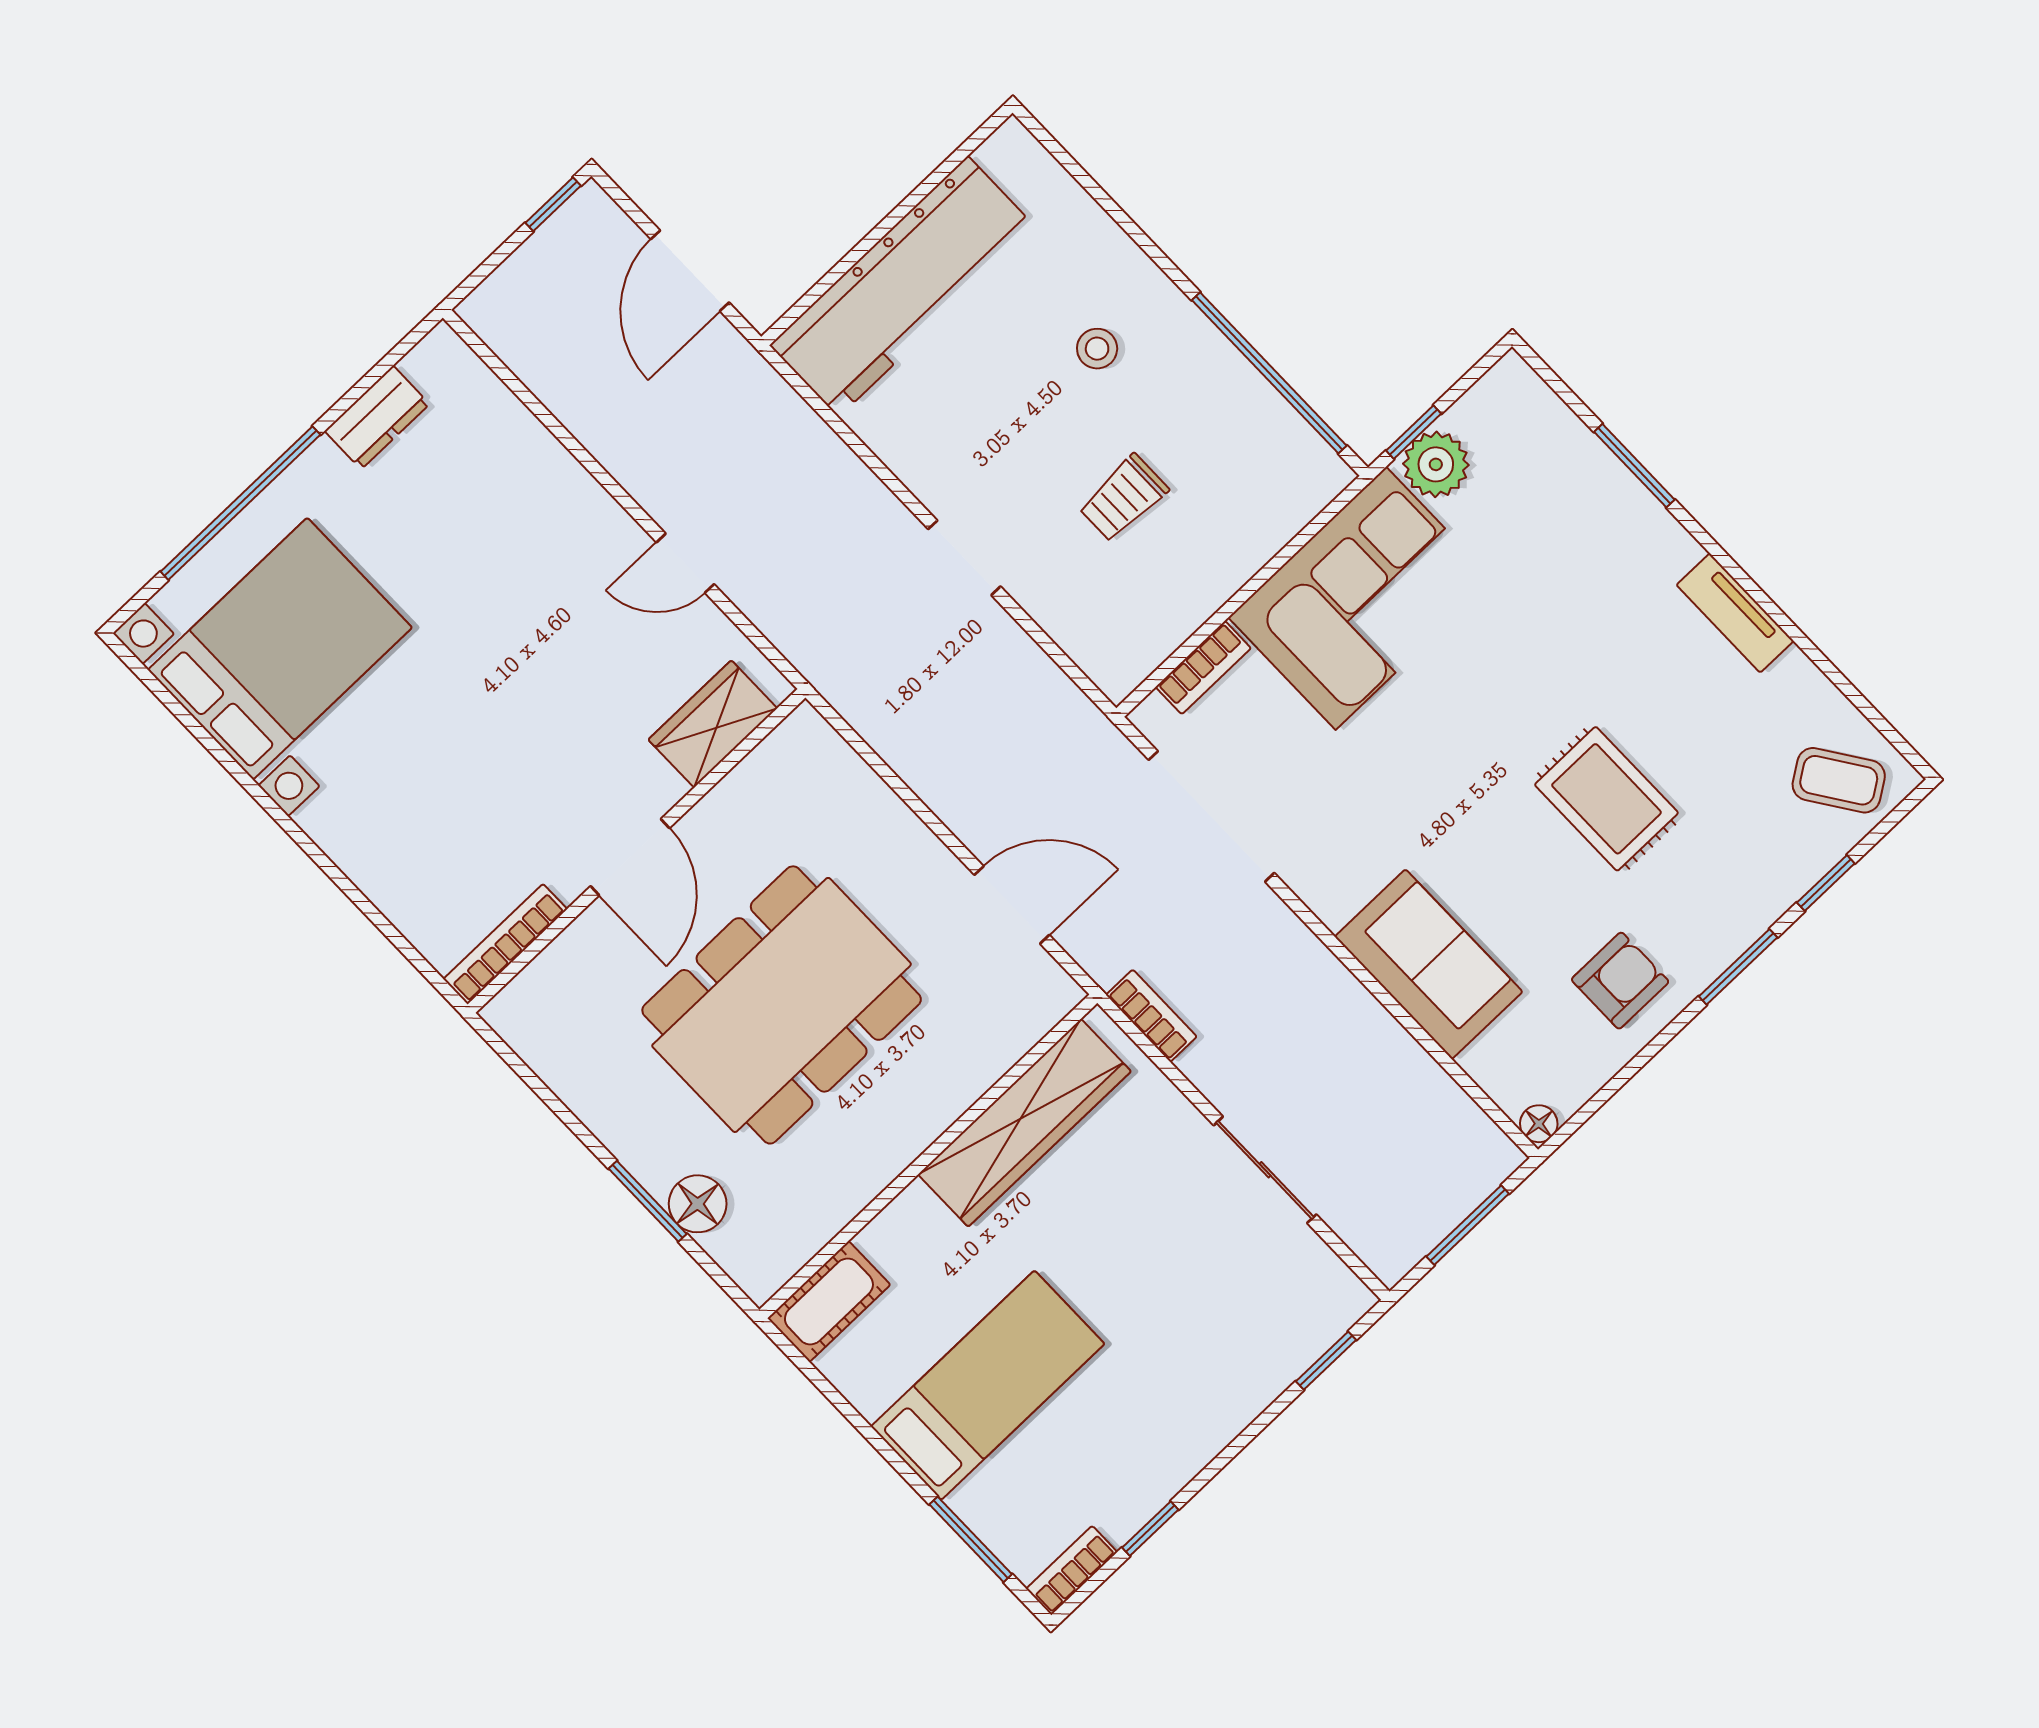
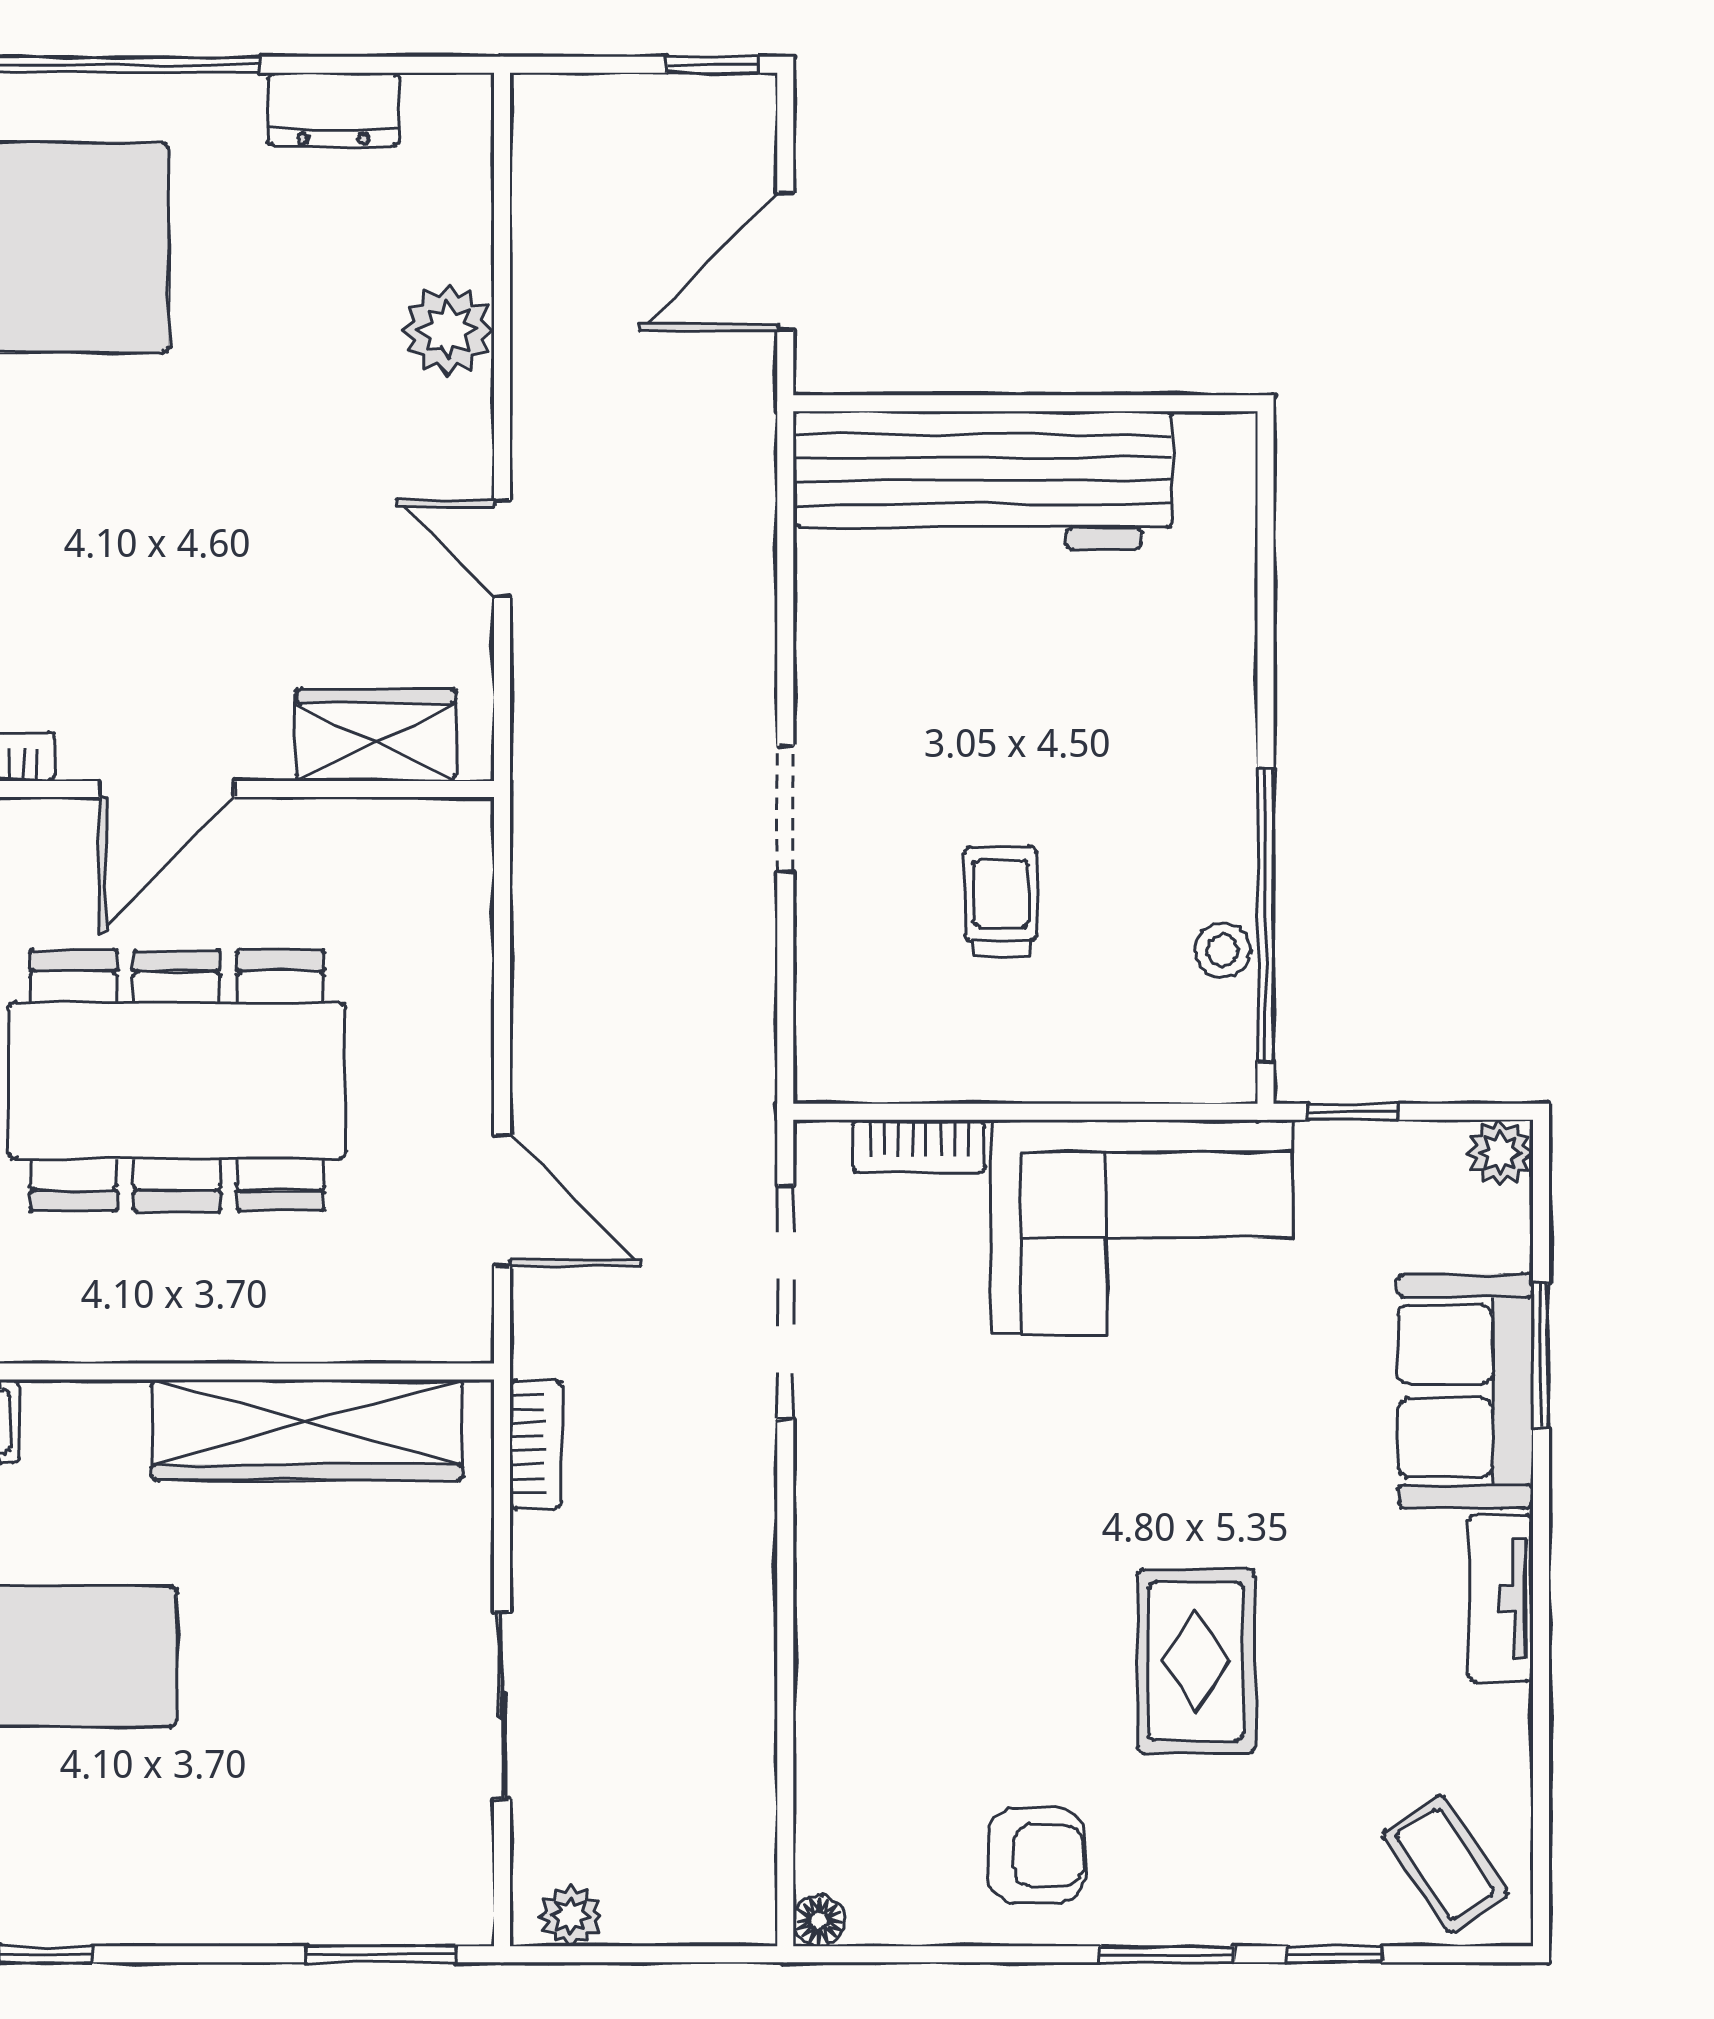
stool: (1097, 349) -> (1223, 950), moved
plant: (1436, 464) -> (1500, 1153), moved, width x0.73, depth x0.73
plant: (547, 476) -> (448, 330), added
trolley: (1123, 498) -> (1001, 901), turned 90
sofa: (1429, 964) -> (1465, 1391), moved, turned 180
window: (1468, 1225) -> (651, 1954), removed
plant: (1406, 1246) -> (571, 1916), added
window: (1326, 1361) -> (381, 1954), width x1.50

